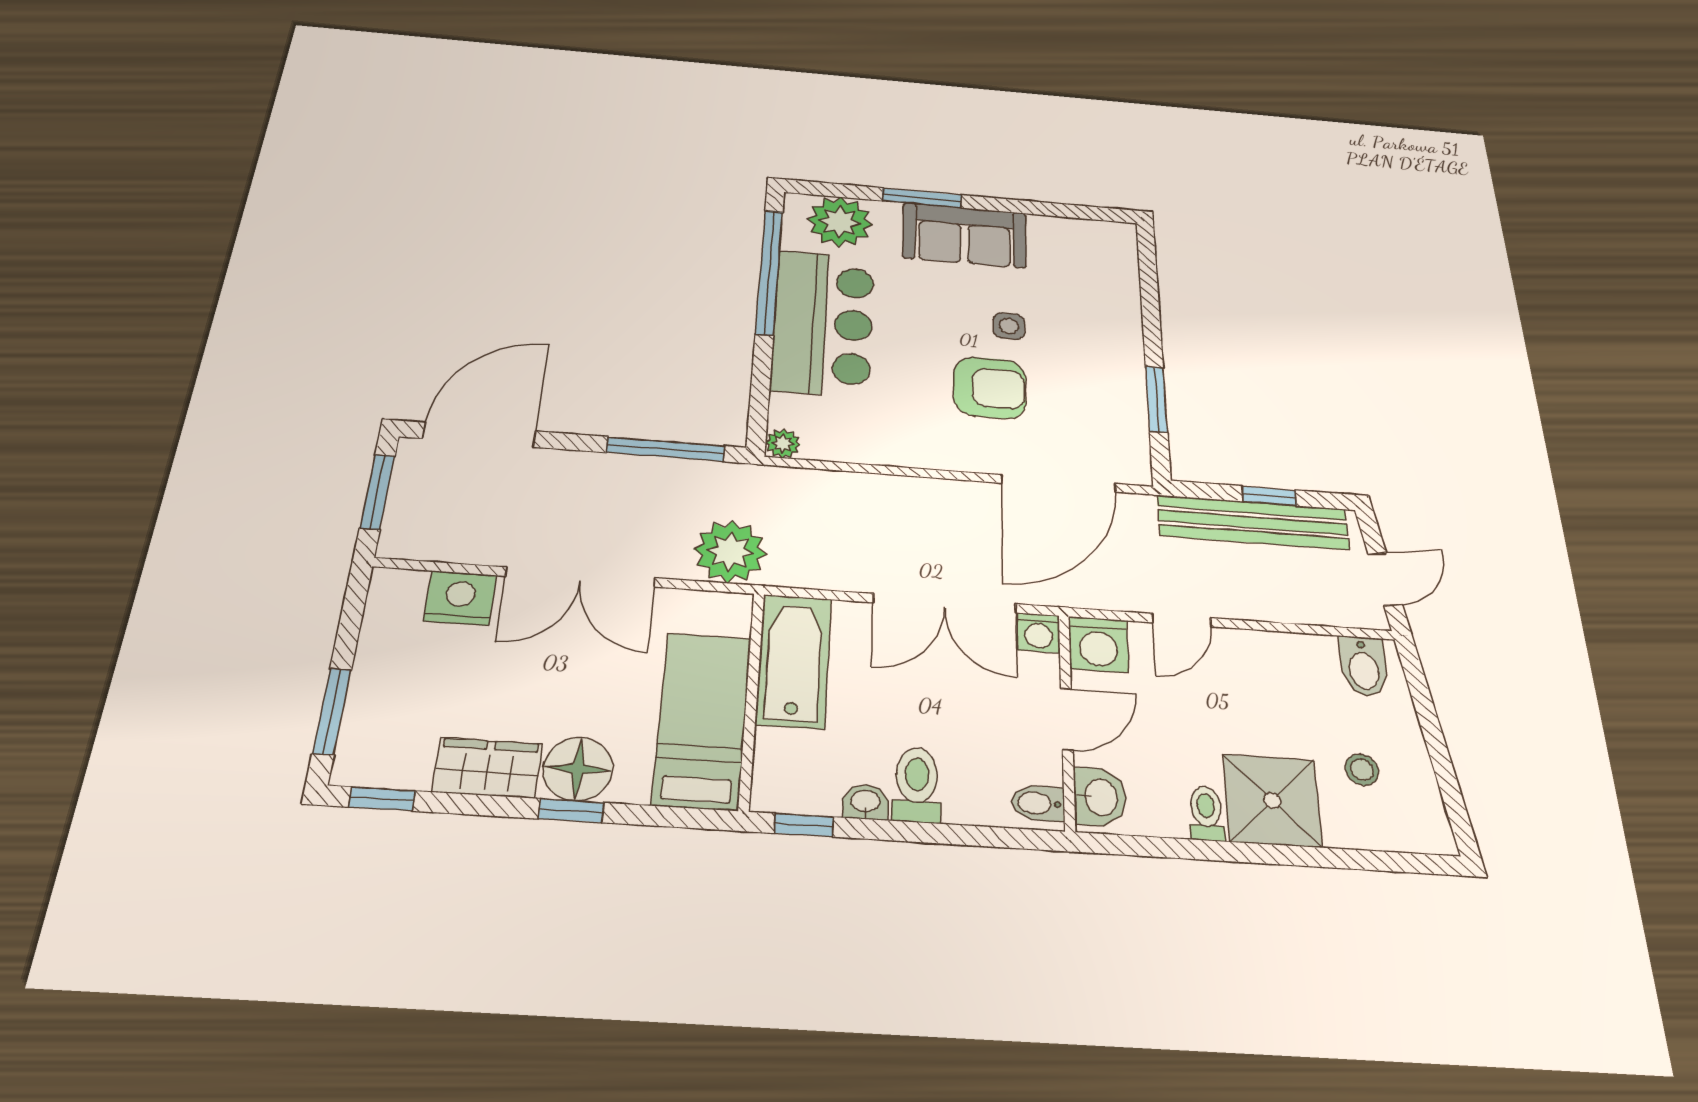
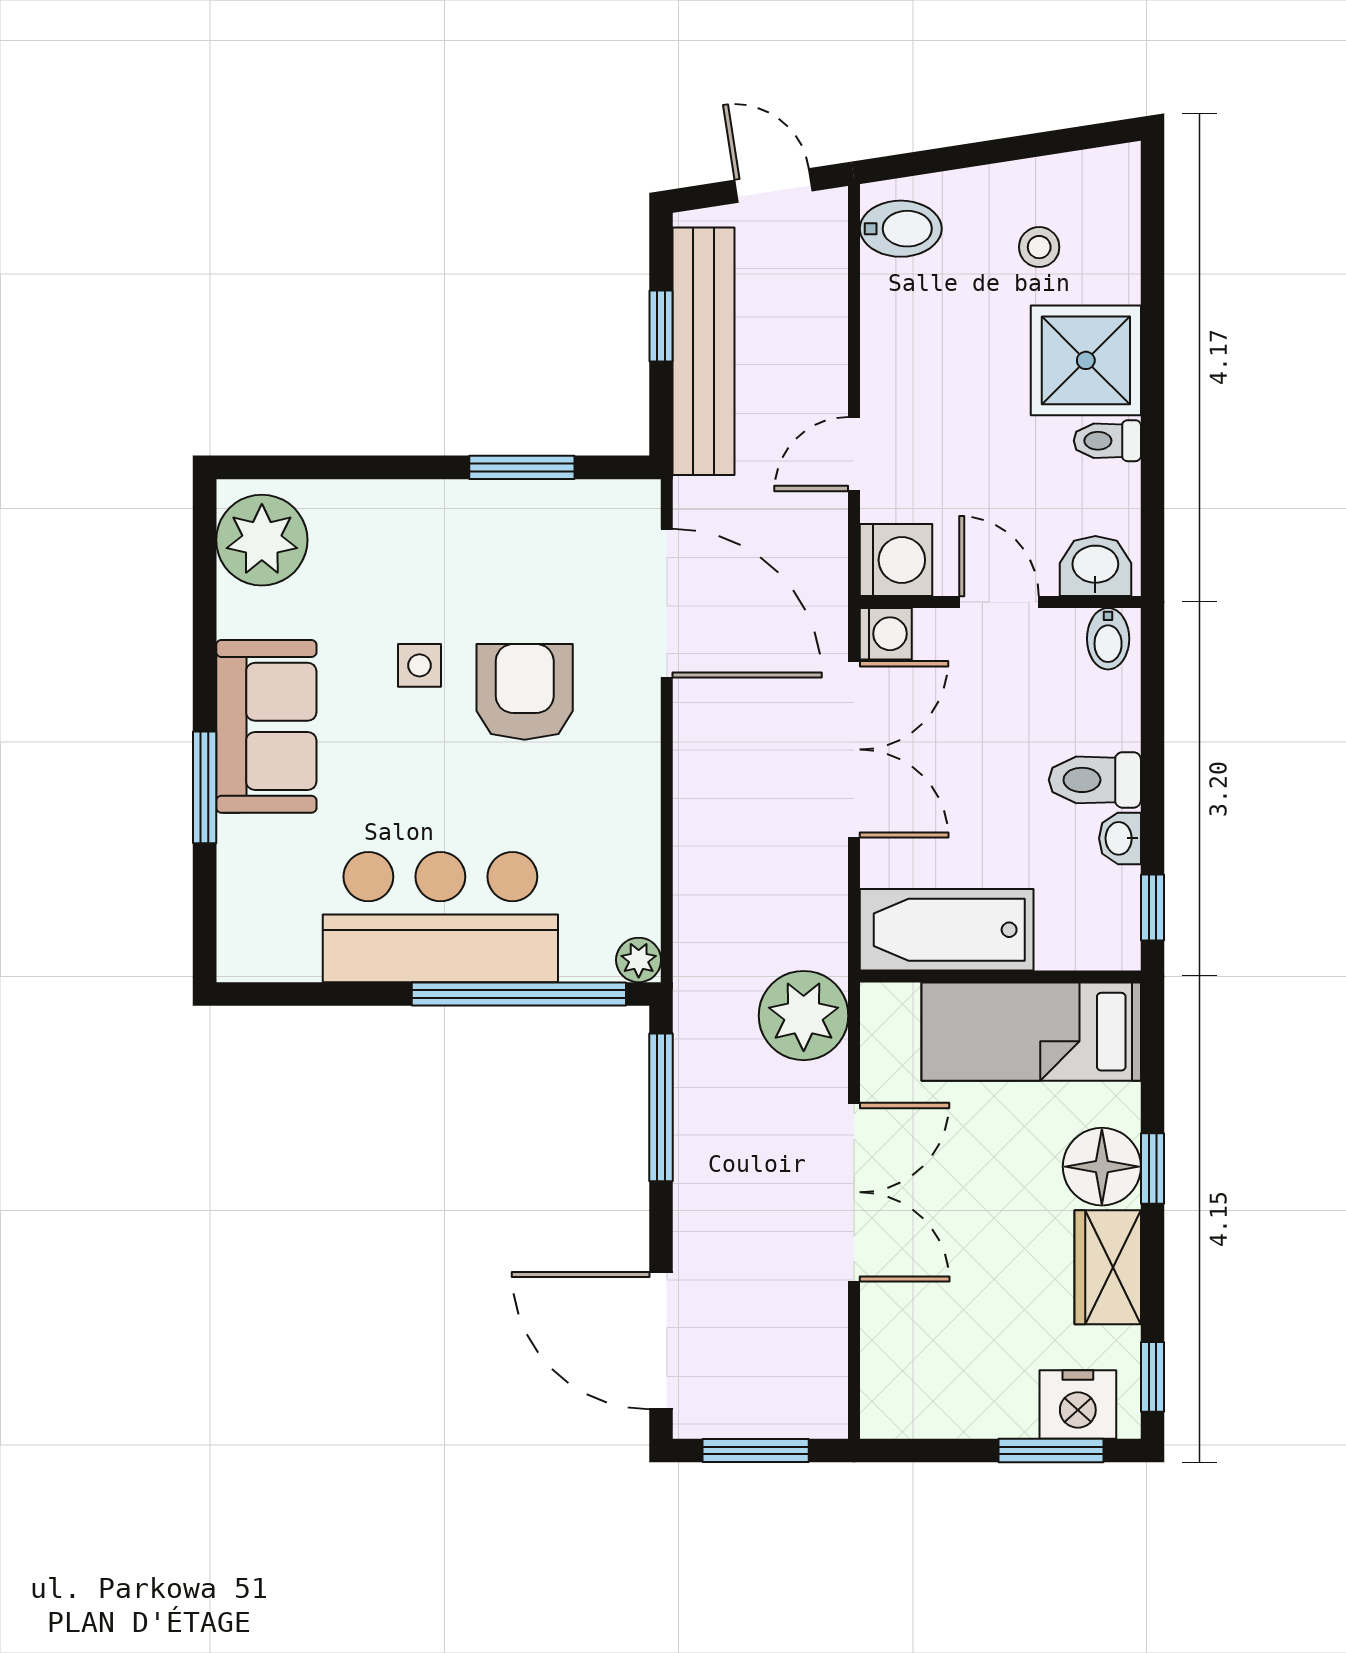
plant: (840, 222) -> (262, 540), moved
window: (769, 272) -> (519, 994), moved
nightstand: (460, 598) -> (1078, 1404), moved, turned -90
door: (1182, 620) -> (854, 454), swing flipped

